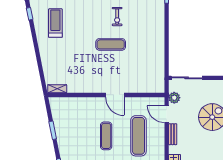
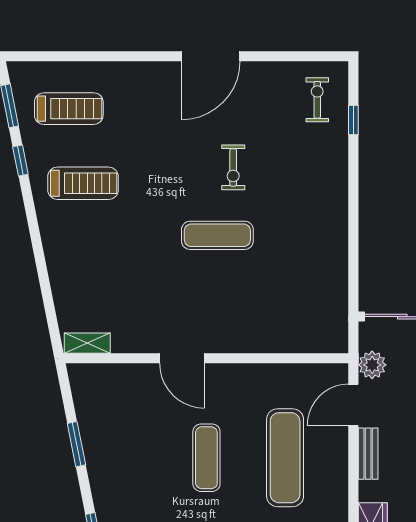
treadmill: (55, 23) -> (83, 183), turned 90
door: (115, 95) -> (182, 358), moved
door: (167, 114) -> (353, 405), hinge flipped

